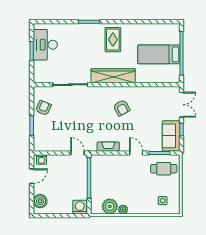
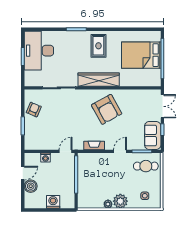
desk: (45, 45) -> (39, 51), width x1.36, depth x1.30
bed: (159, 54) -> (141, 55), width x1.50
armchair: (122, 108) -> (107, 109), width x1.88, depth x1.88
door: (78, 153) -> (66, 151), hinge flipped
door: (136, 153) -> (120, 151), hinge flipped
washing machine: (42, 160) -> (45, 158), moved
boiler: (40, 201) -> (31, 186), moved
plant: (110, 206) -> (120, 201), moved
washing machine: (80, 207) -> (53, 202), moved

